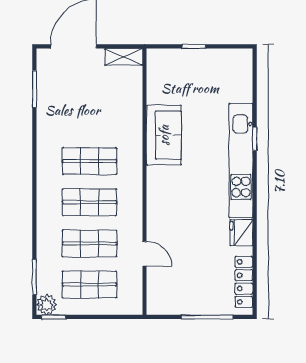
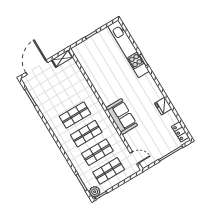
sofa: (164, 135) -> (122, 117), moved
kitchen unit: (241, 161) -> (128, 49), moved
door: (145, 254) -> (135, 158), moved
locker: (244, 282) -> (180, 132), width x0.66

